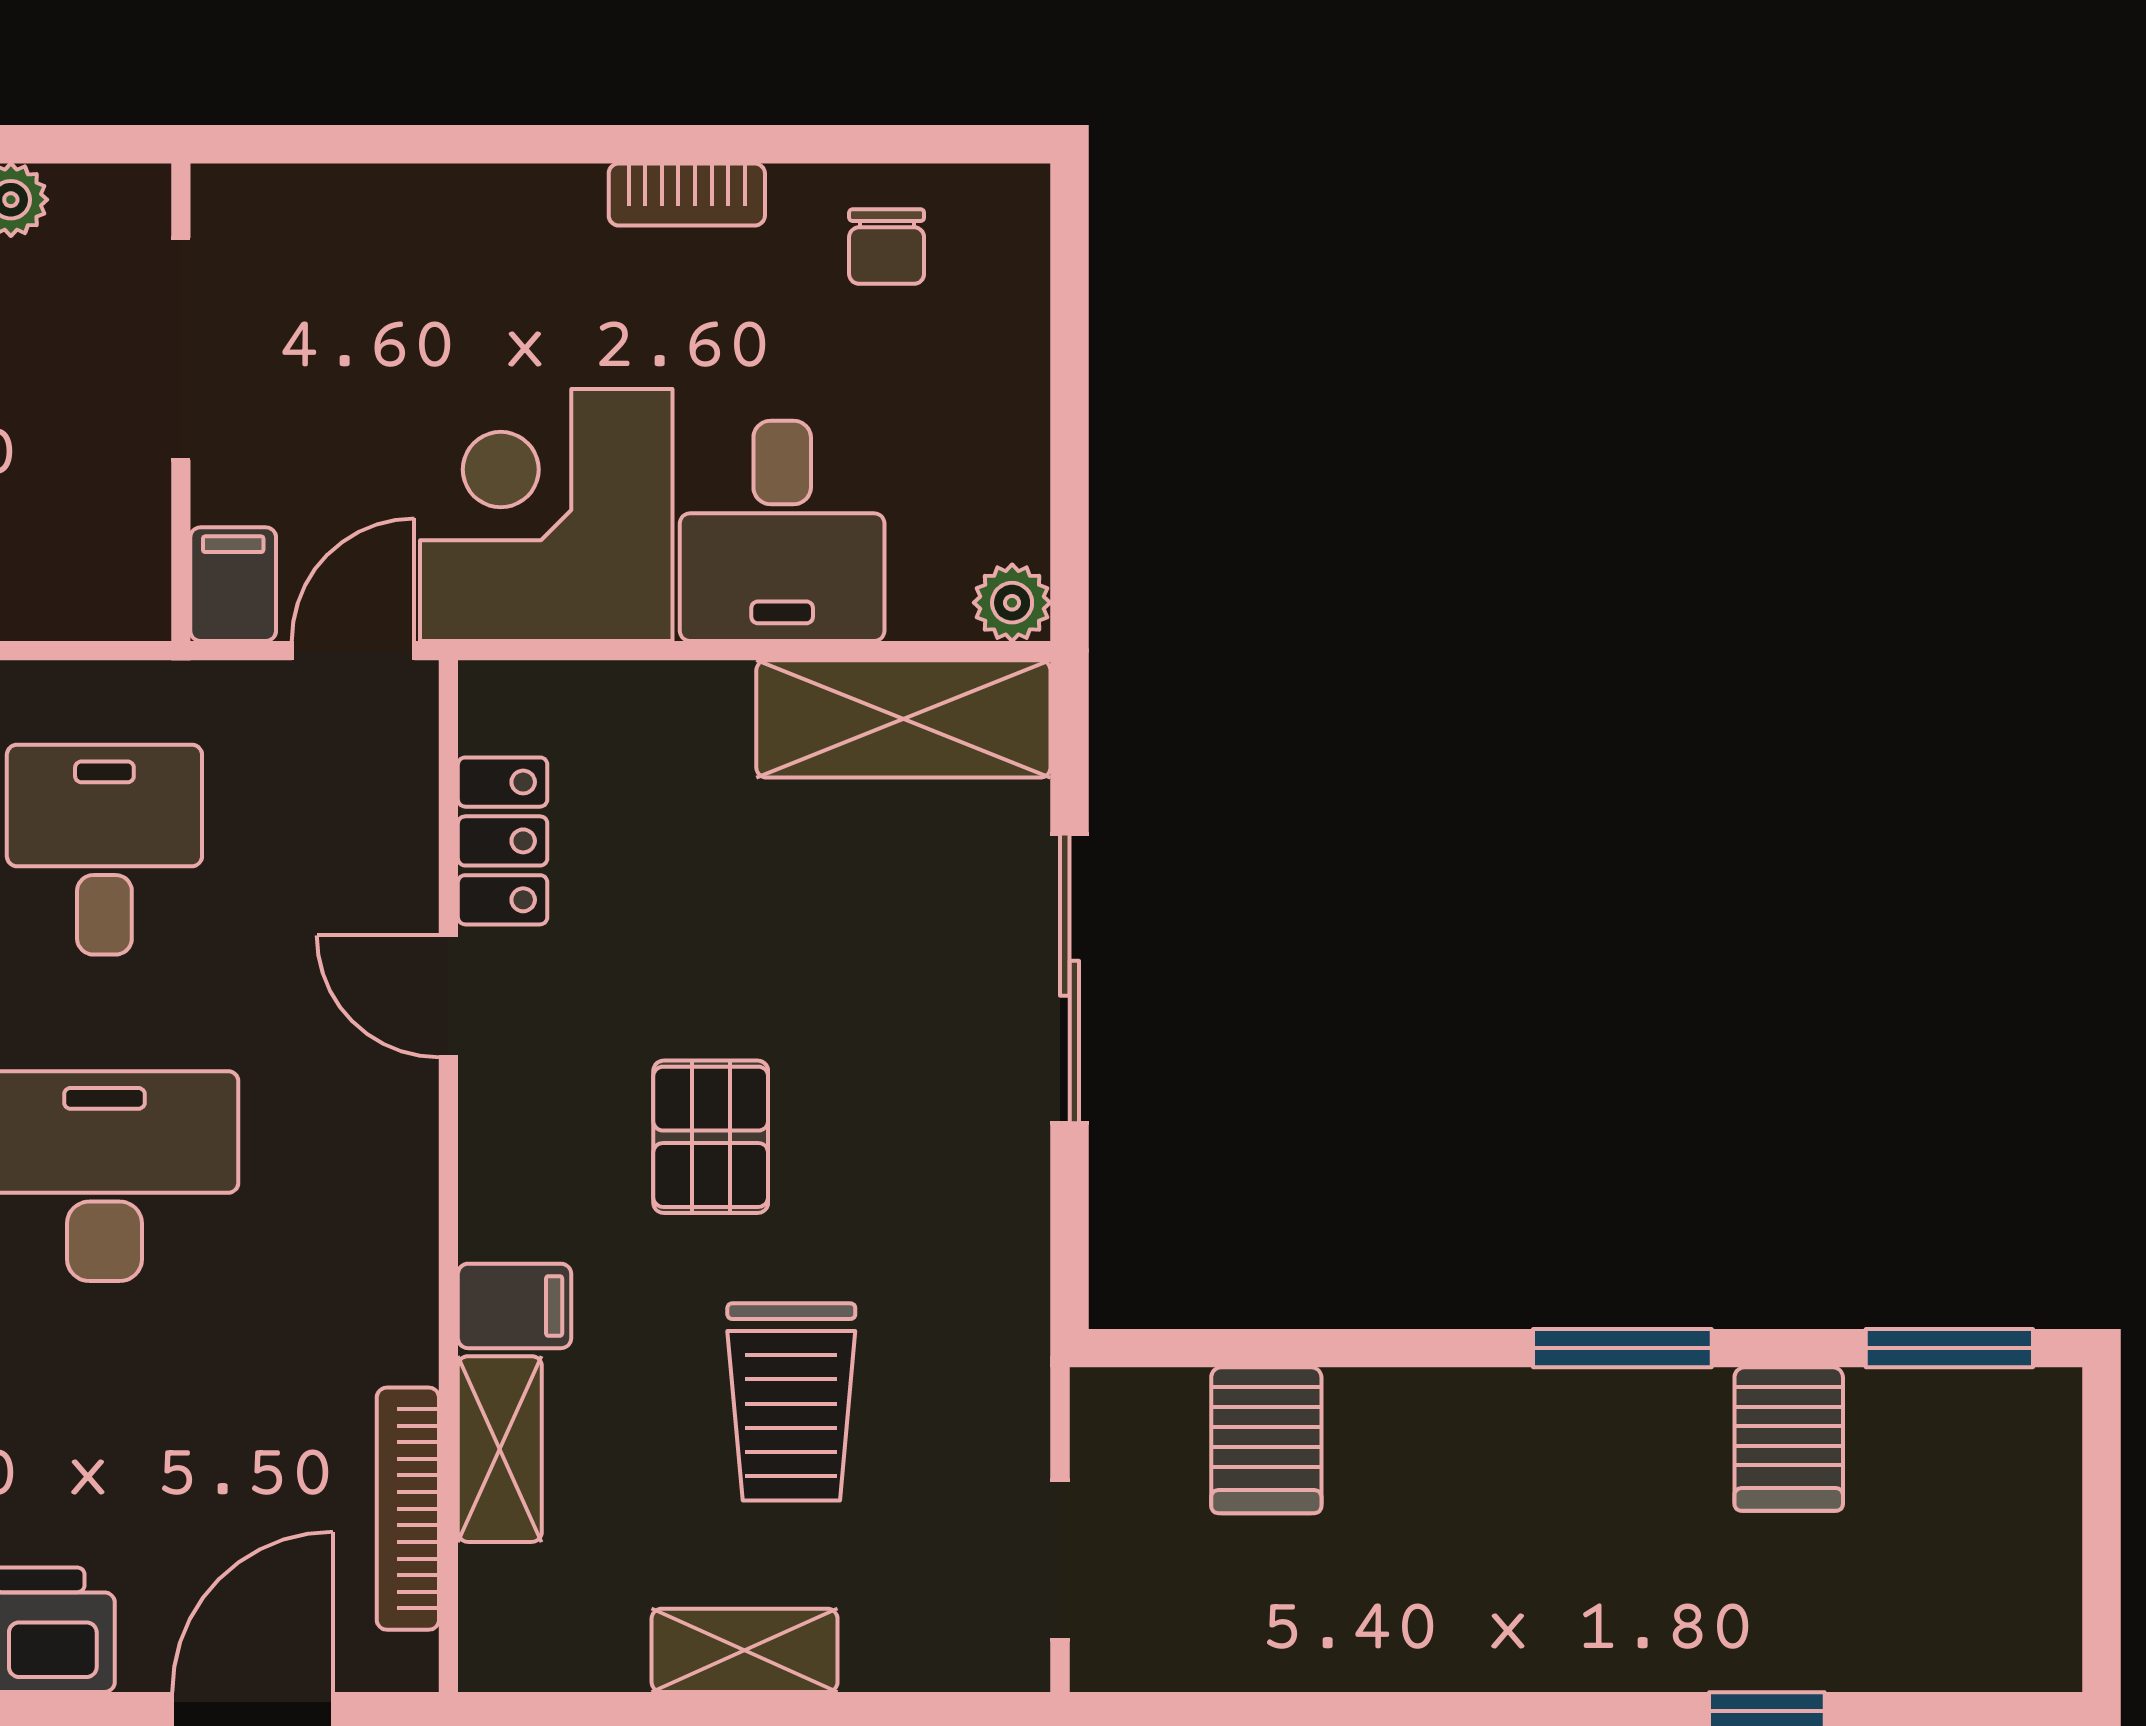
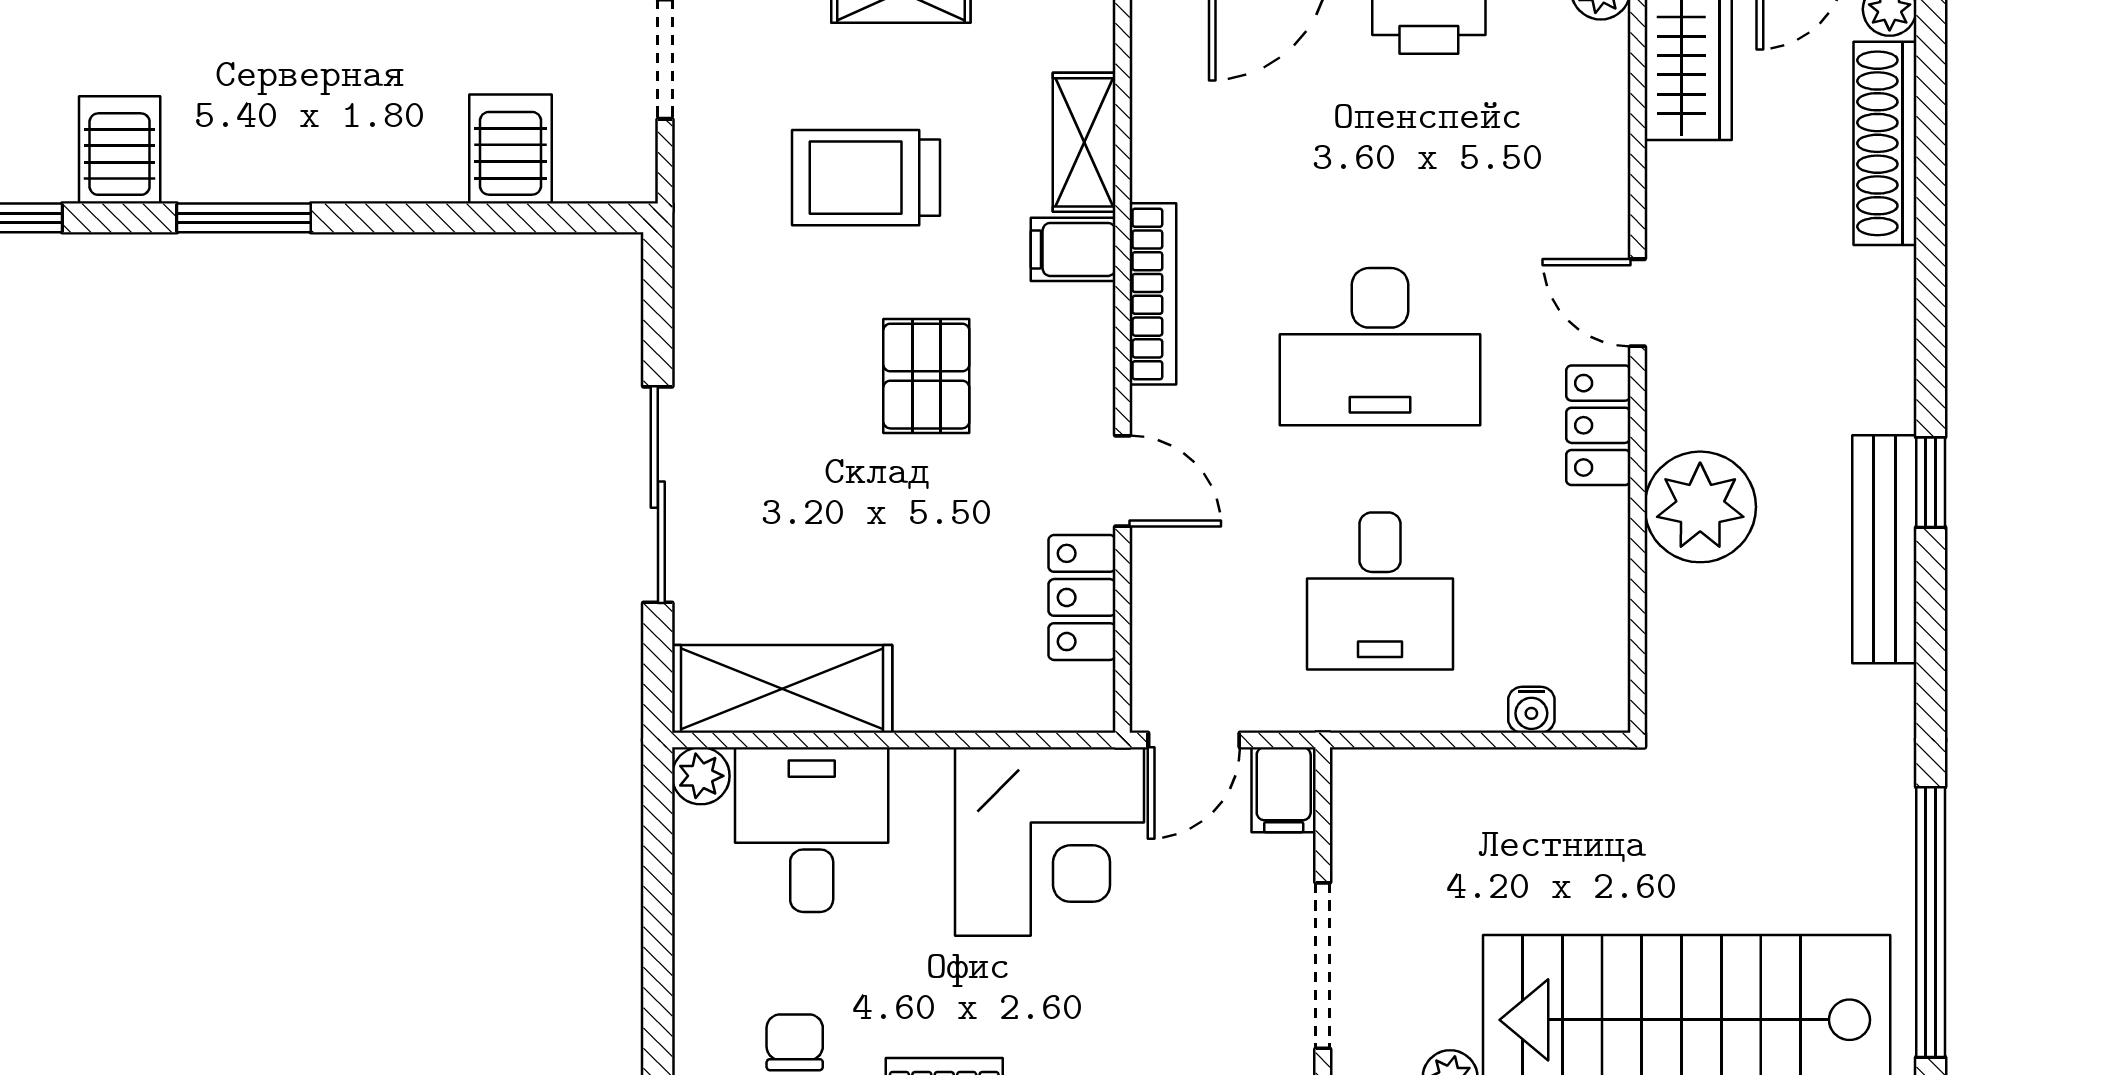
desk: (782, 531) -> (812, 830), moved
trolley: (791, 1402) -> (866, 178), turned -90
bookcase: (408, 1509) -> (1153, 294), moved

